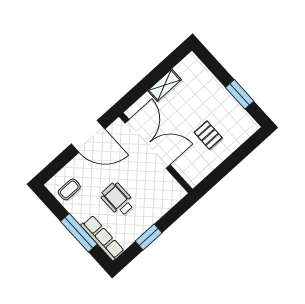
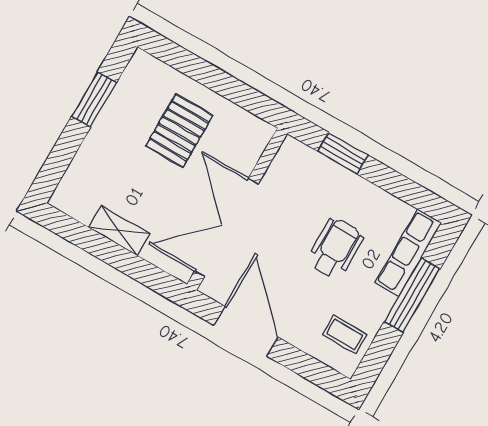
pallet: (208, 135) -> (179, 131), width x1.50, depth x1.42
wheelchair: (118, 199) -> (335, 248), turned 180
window: (149, 237) -> (343, 153), moved

